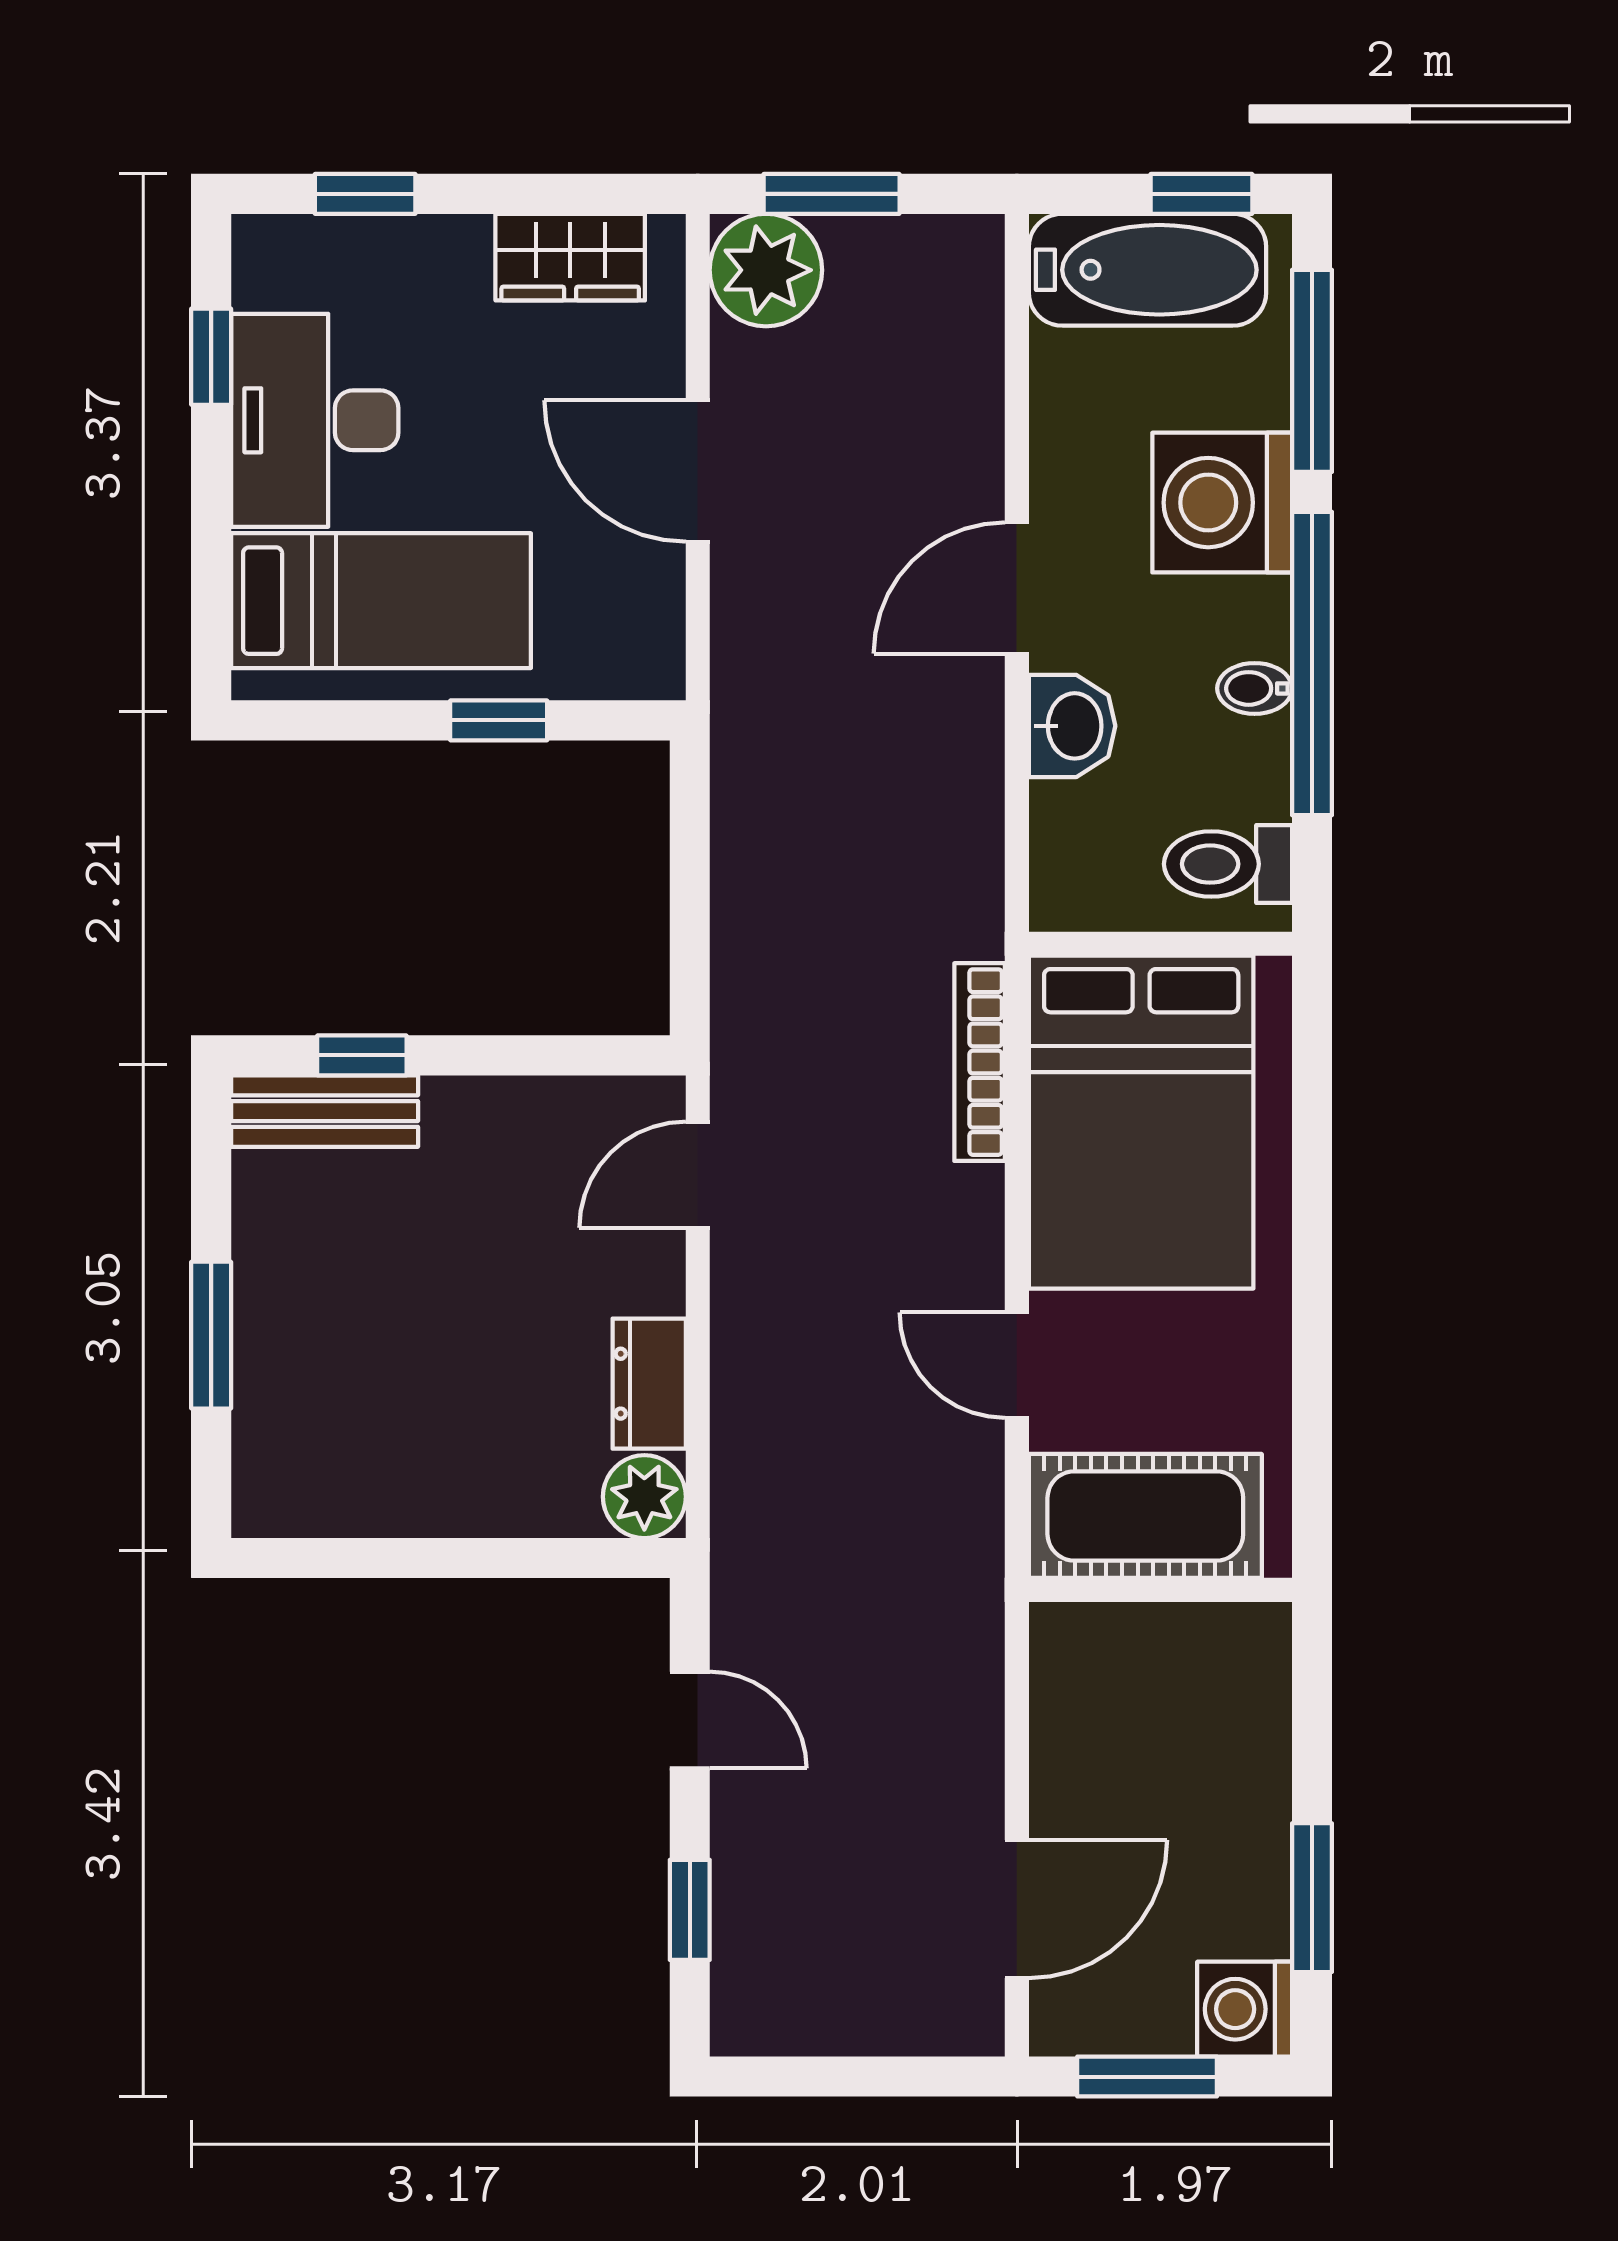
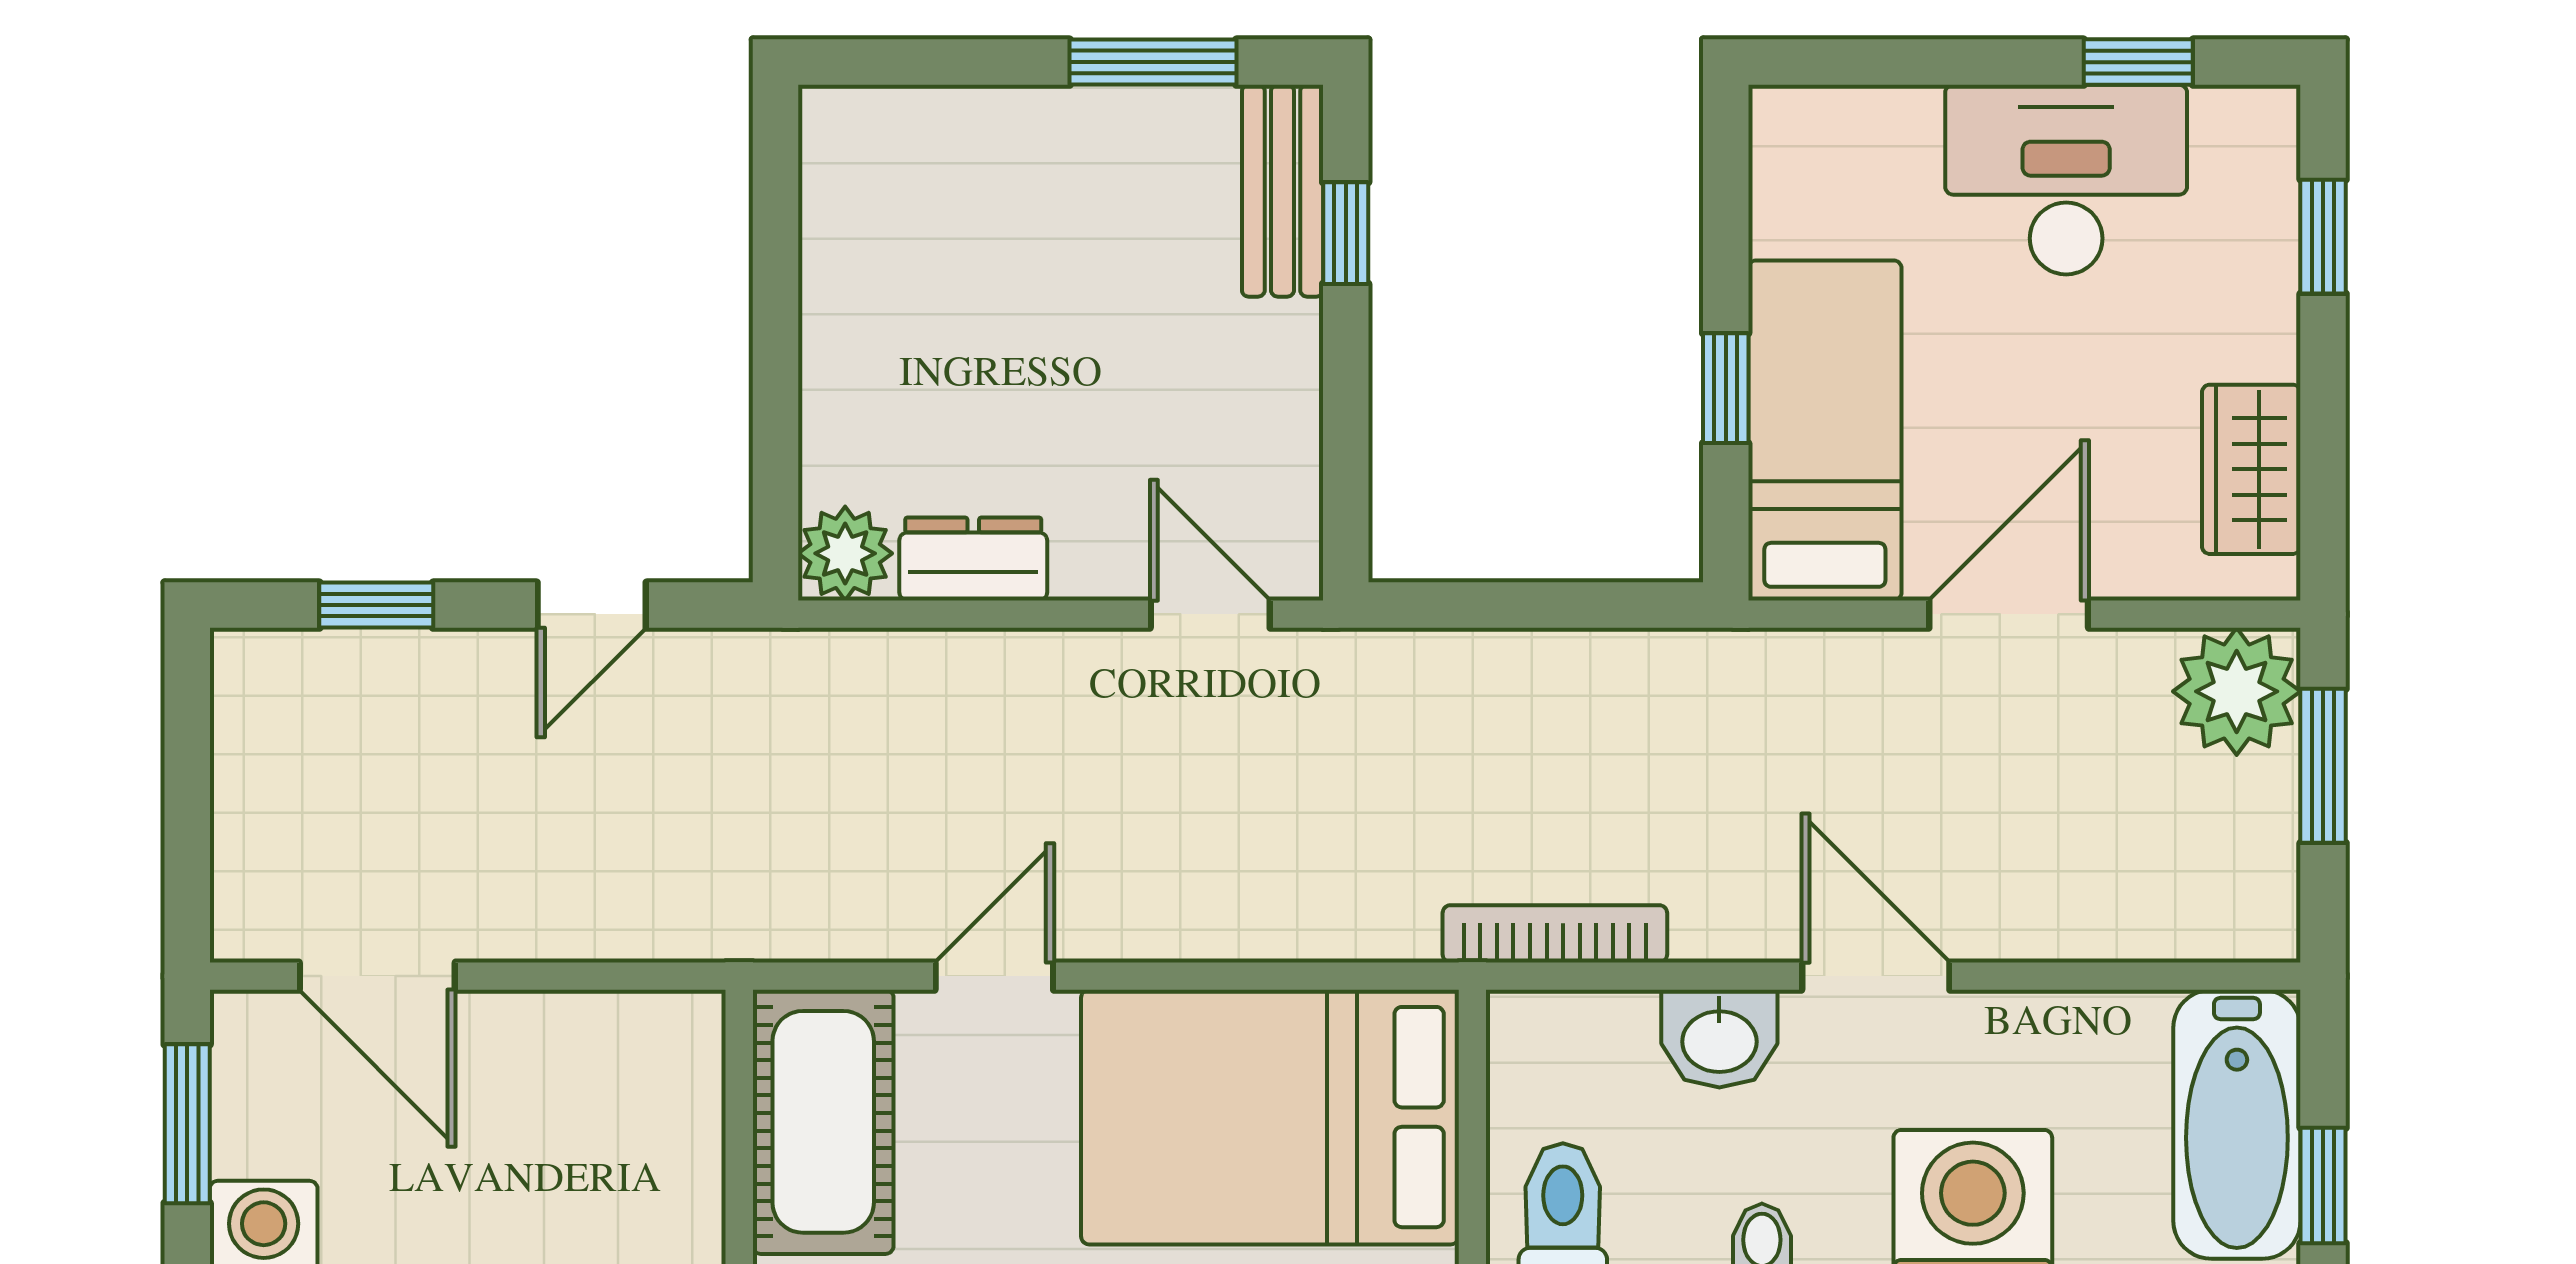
bed: (381, 601) -> (1825, 430), moved, turned 180
bookcase: (980, 1062) -> (1555, 934), moved
window: (211, 1335) -> (1153, 62), moved

